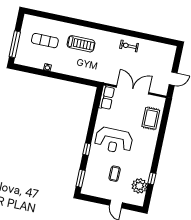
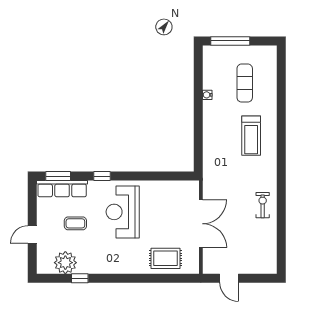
row of seats: (107, 98) -> (62, 189), moved, width x1.48

